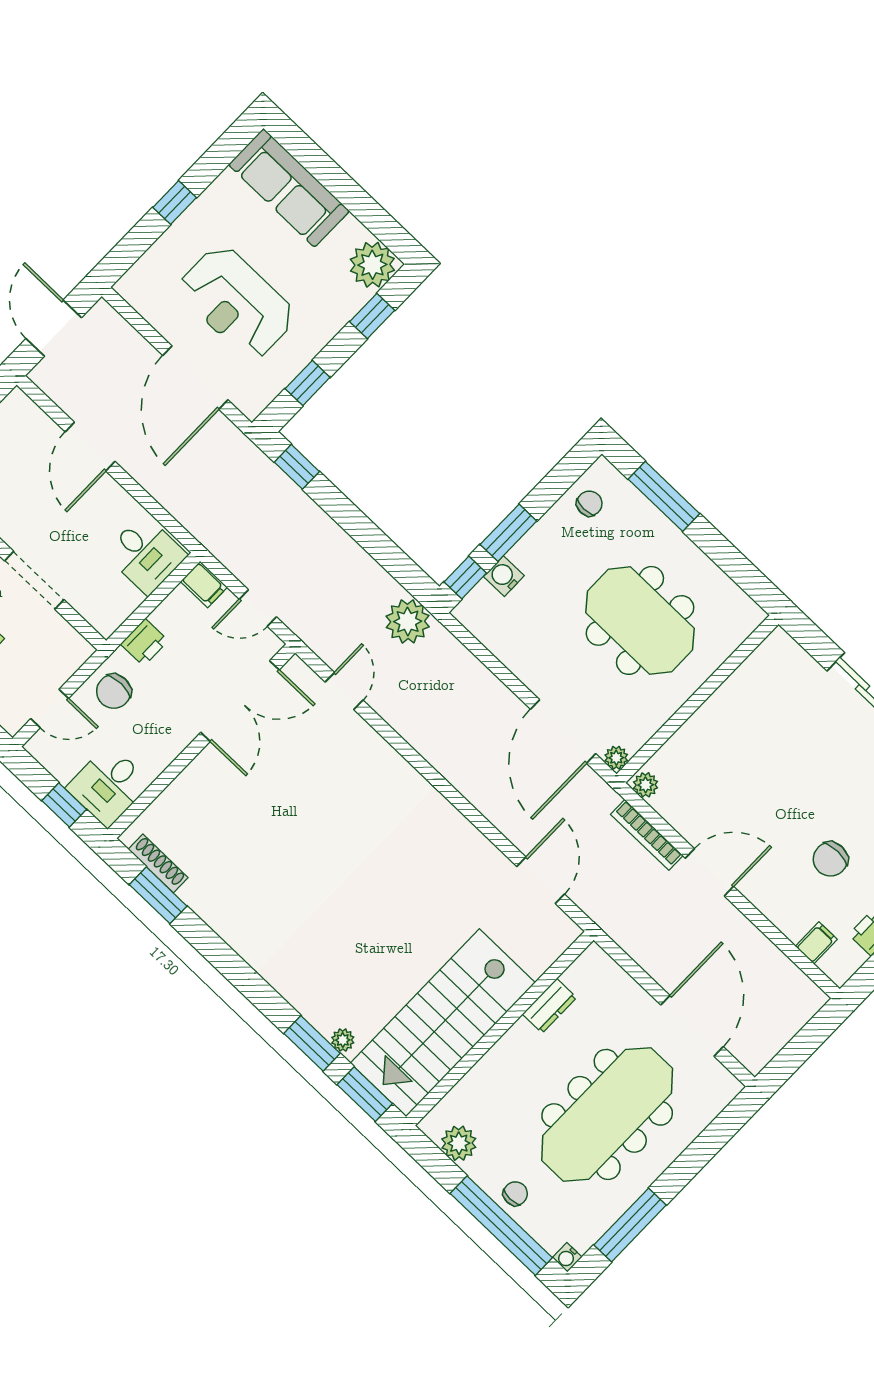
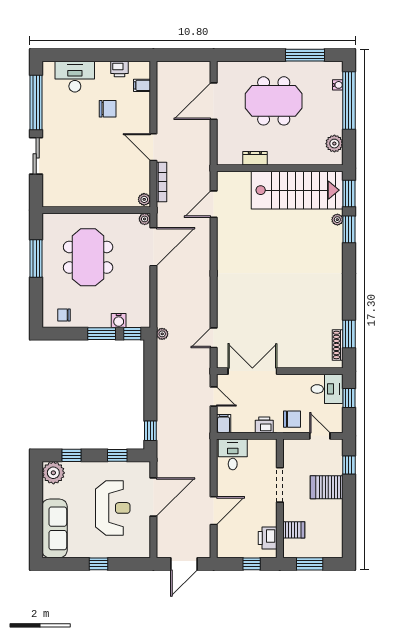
window: (664, 496) -> (36, 258), moved
plant: (408, 621) -> (162, 334), width x0.53, depth x0.53
meeting table: (607, 1114) -> (274, 101), width x0.73
chair: (515, 1194) -> (333, 106), removed
water cooler: (567, 1257) -> (338, 85), moved

